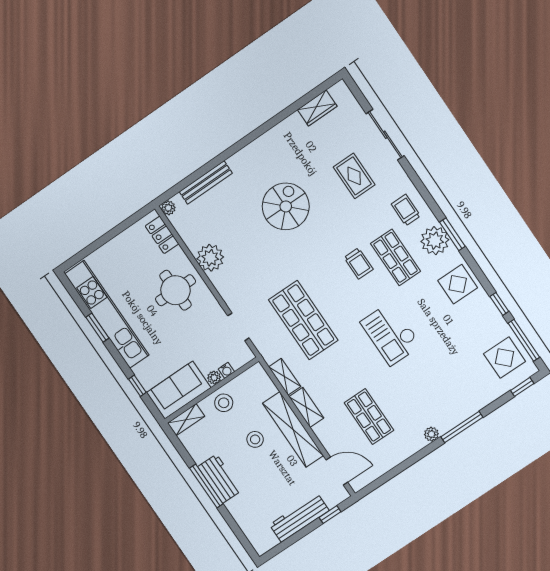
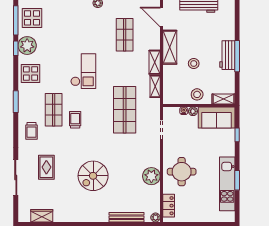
plant: (435, 241) -> (27, 46), moved
kitchen unit: (107, 314) -> (227, 184), width x0.73
shelving: (293, 429) -> (170, 47), width x0.68

